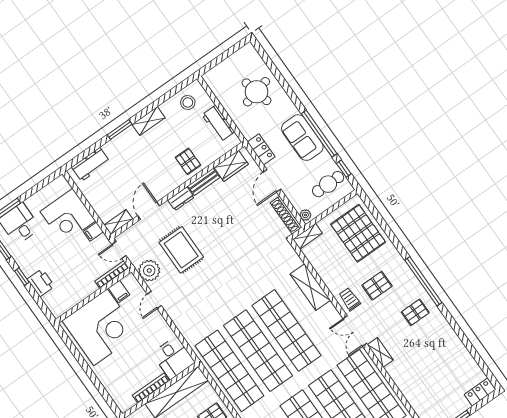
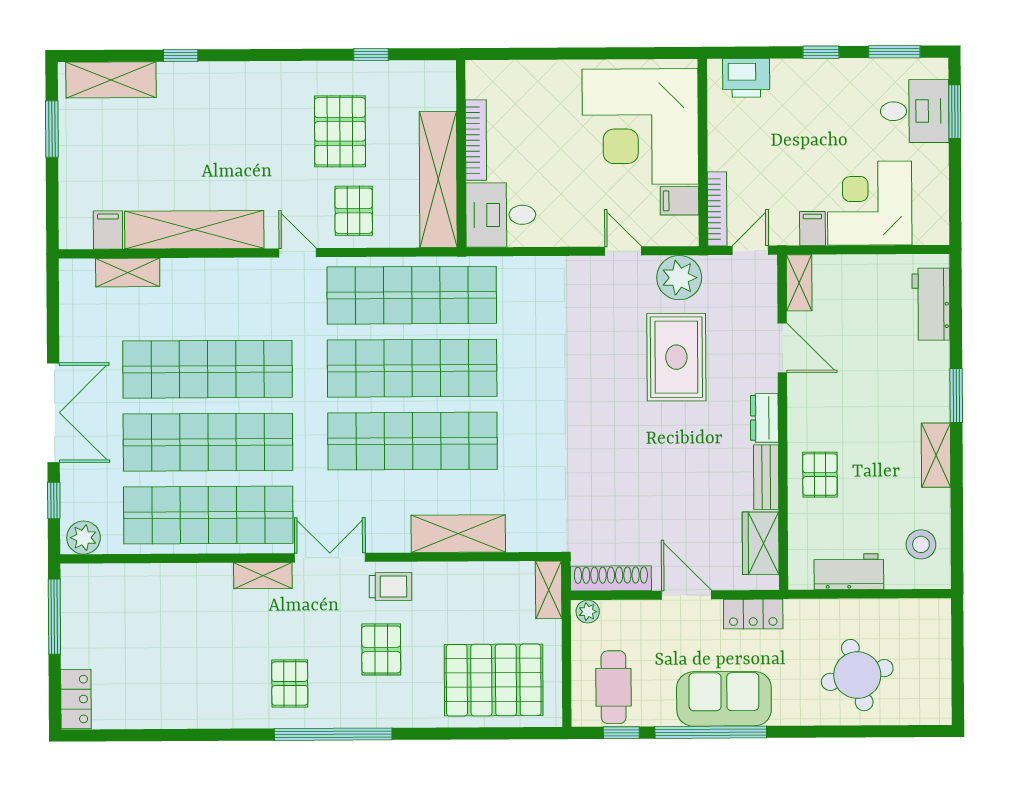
pallet: (188, 161) -> (820, 475), turned 90
rug: (181, 250) -> (676, 357), turned 90
printer: (41, 283) -> (746, 78), moved

